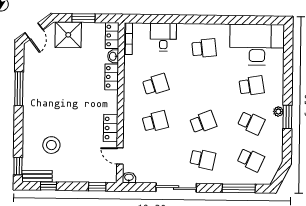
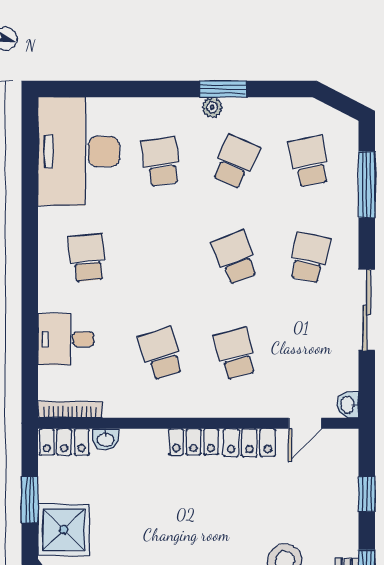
locker: (112, 77) -> (193, 442), moved
school desk: (251, 160) -> (309, 161), turned -36
window: (97, 187) -> (367, 494), moved

